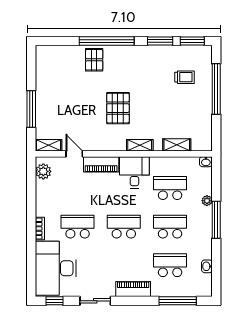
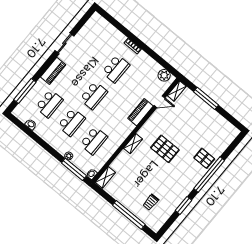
window: (192, 41) -> (168, 224), removed
shelving: (177, 145) -> (105, 177), moved
desk: (134, 172) -> (120, 128), removed
window: (216, 220) -> (74, 169), moved
desk: (56, 268) -> (102, 36), removed
window: (54, 301) -> (84, 20), removed

